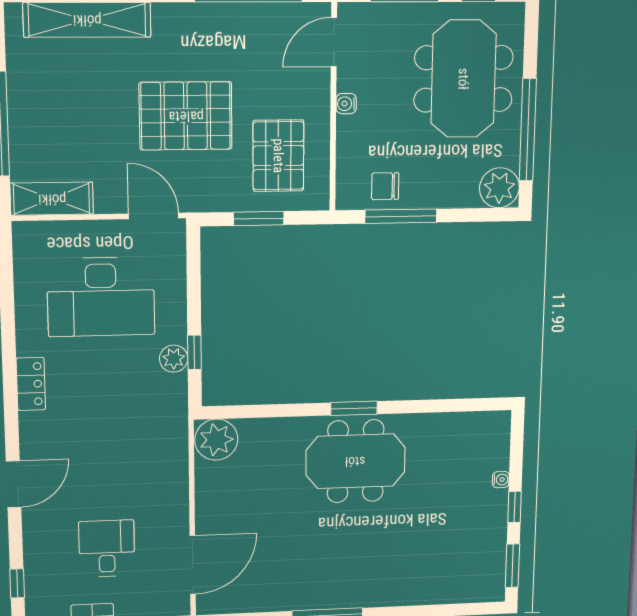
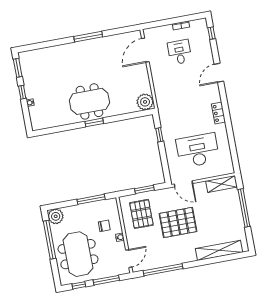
chair: (385, 186) -> (104, 226), moved
plant: (174, 359) -> (167, 131), removed
desk: (107, 549) -> (180, 52), turned 180

